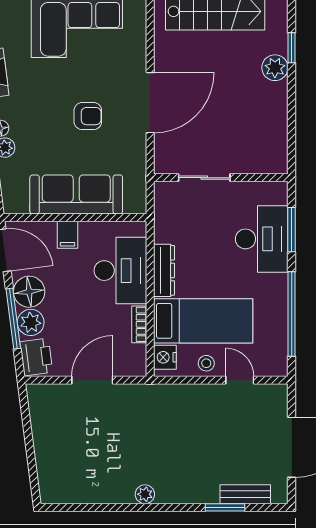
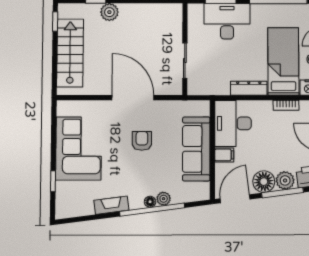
desk: (120, 271) -> (233, 123), moved, turned -90

